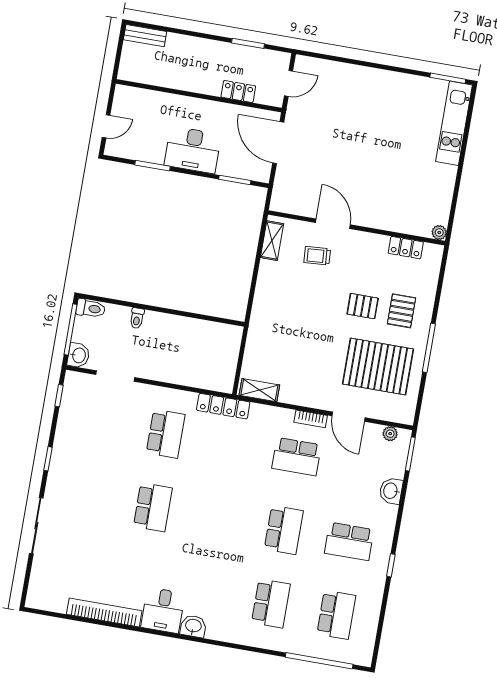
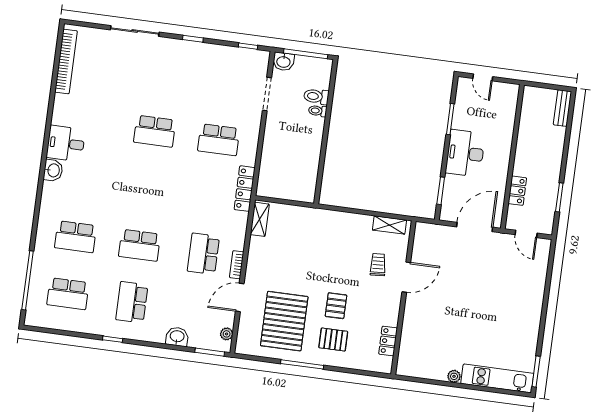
plant: (439, 233) -> (454, 376), moved
toilet: (91, 308) -> (316, 96), moved, turned 90
bookcase: (104, 613) -> (66, 61), moved

